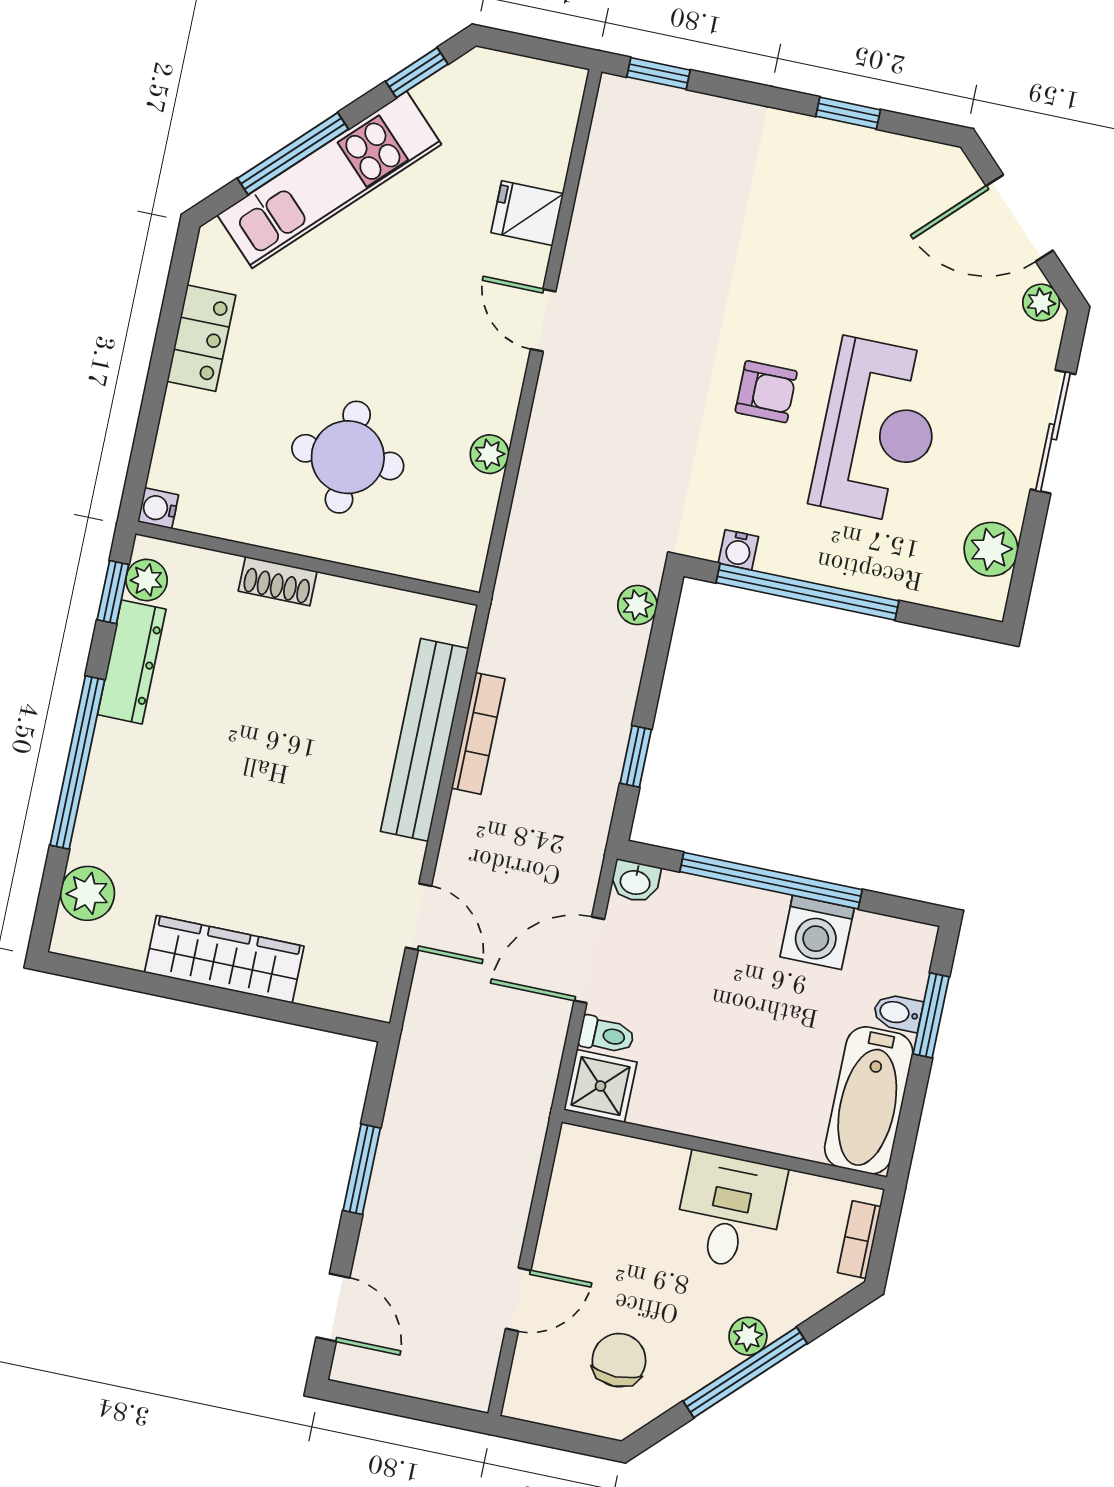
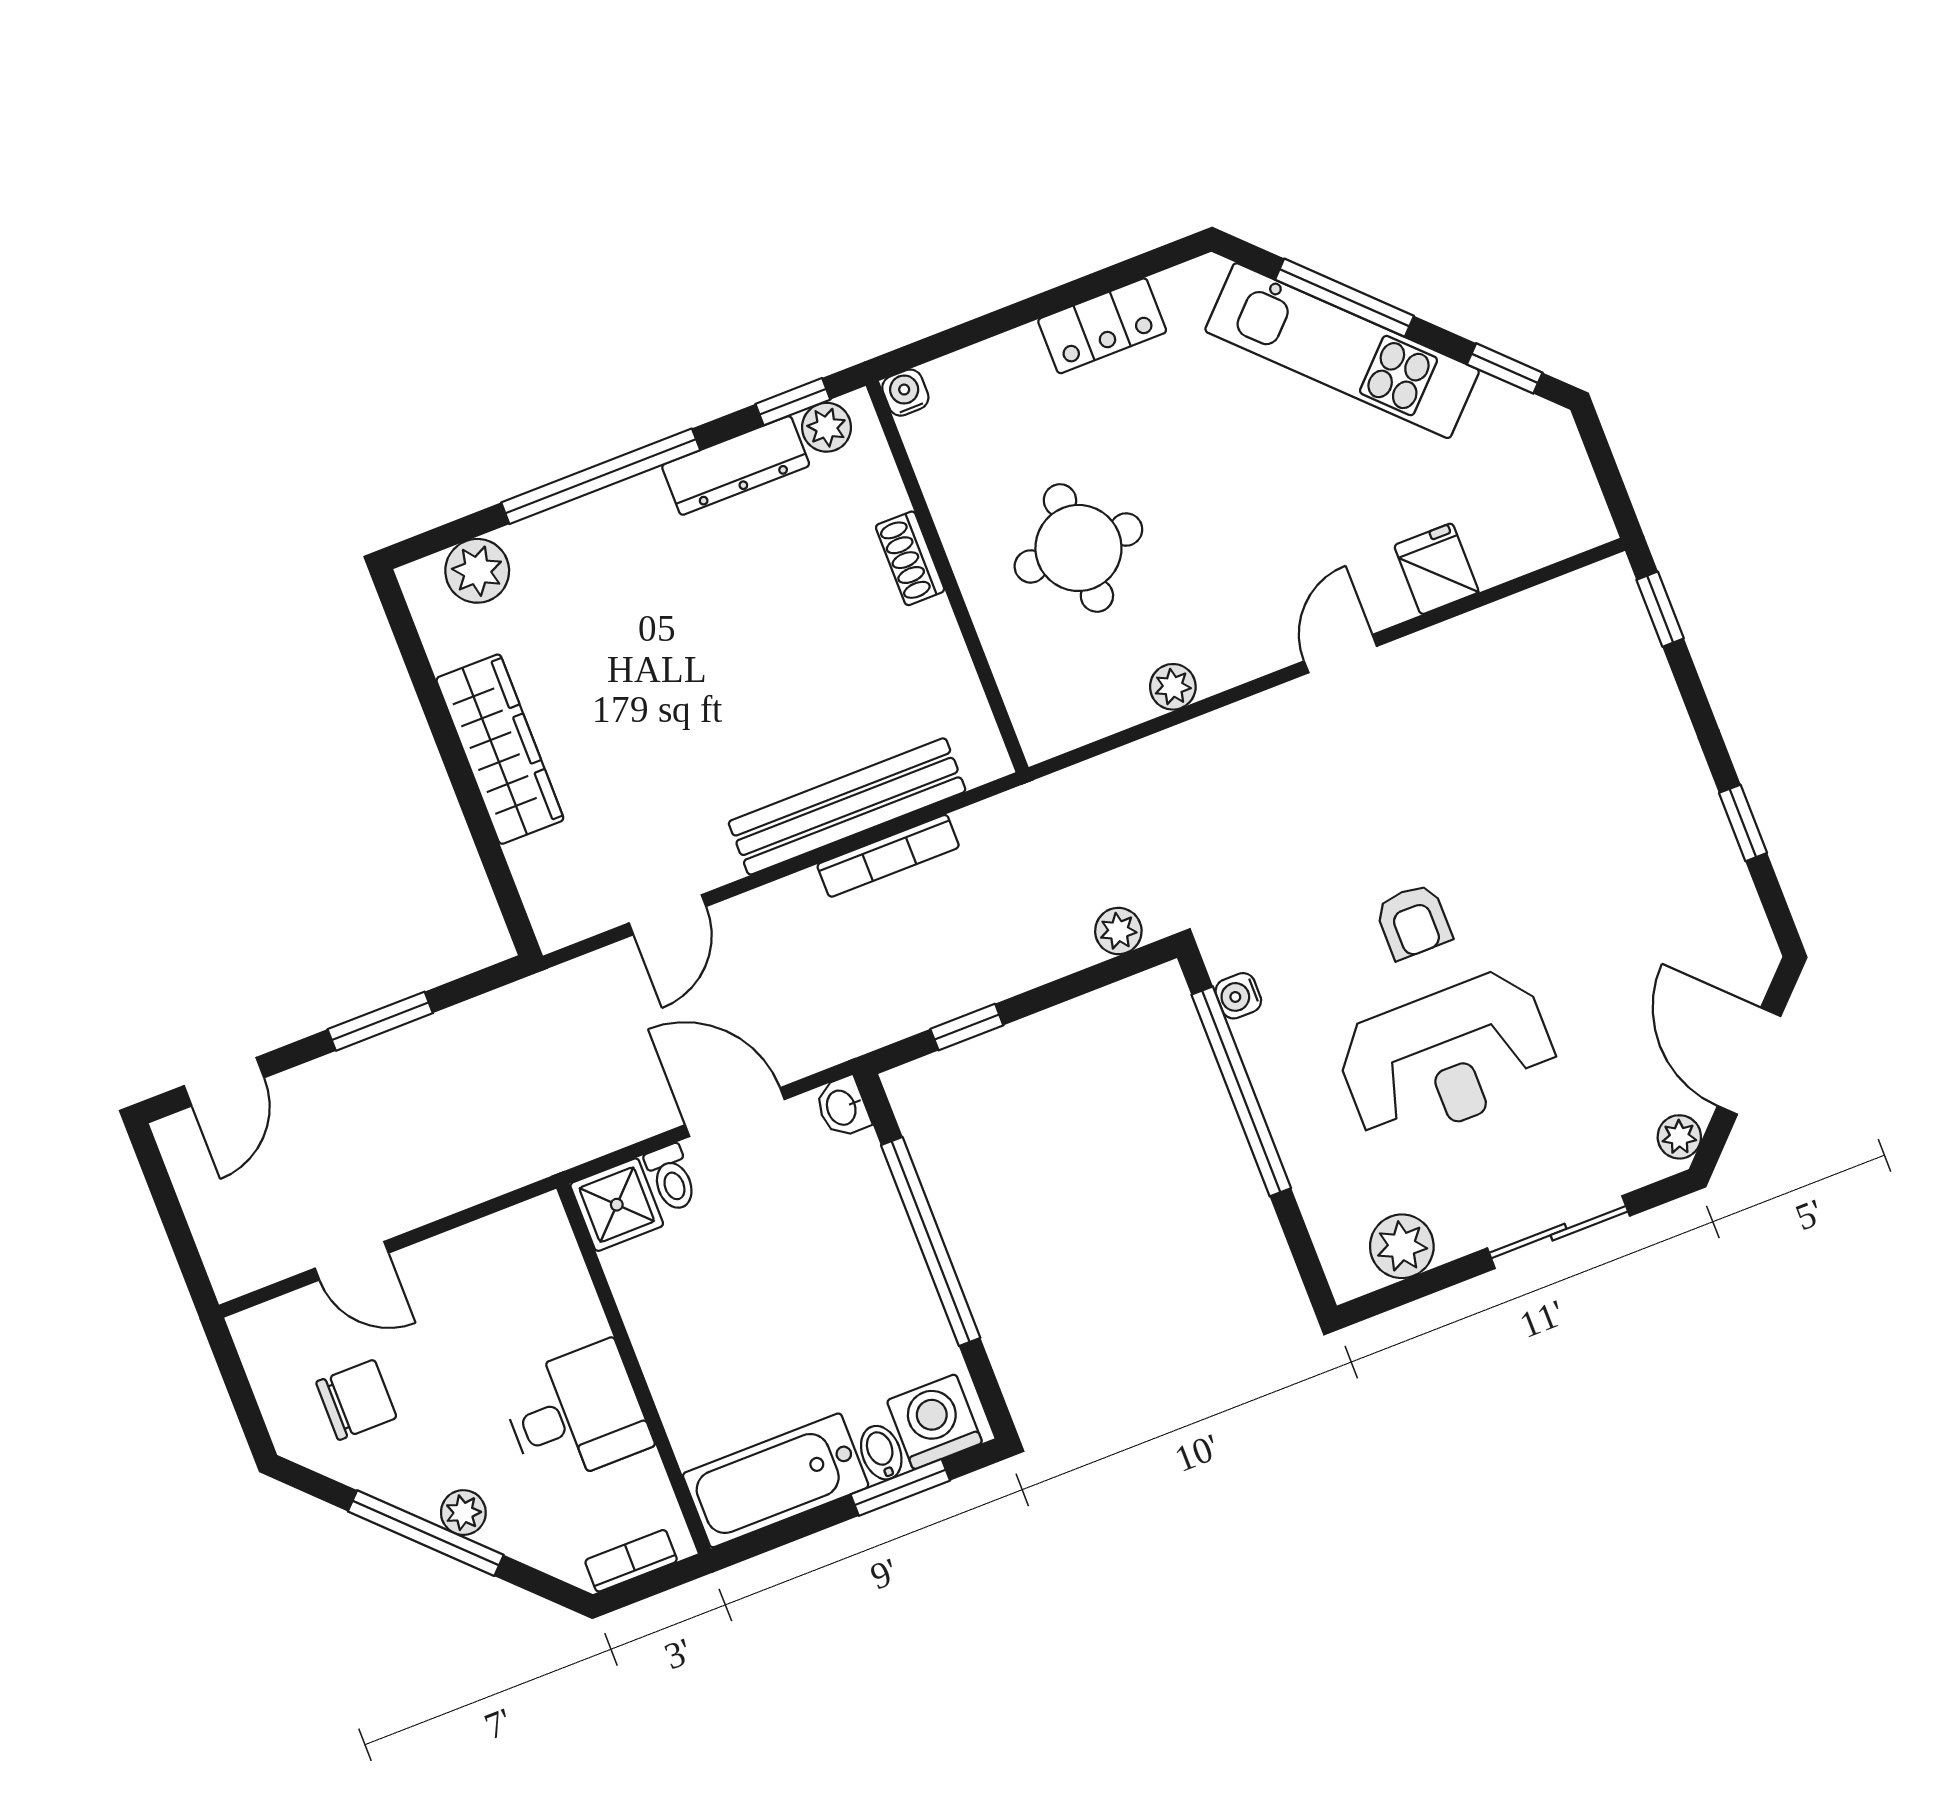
washing machine: (817, 932) -> (934, 1422), moved, turned 90

